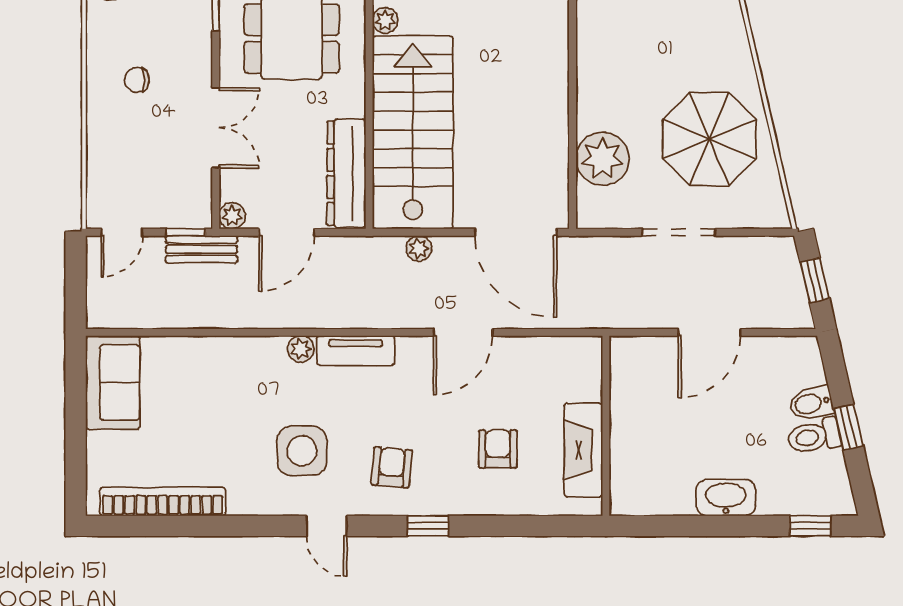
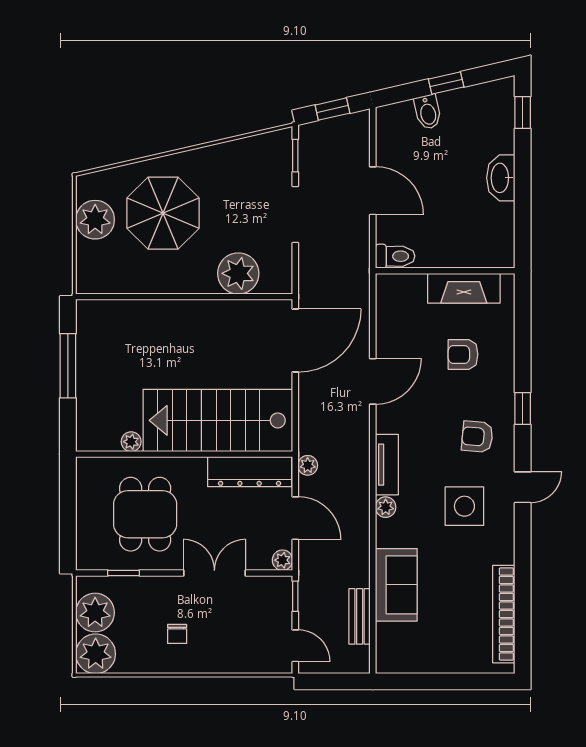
parasol: (709, 139) -> (163, 213), moved
window: (755, 232) -> (295, 156), added
plant: (419, 248) -> (308, 465), moved
bench: (202, 249) -> (360, 616), moved
door: (463, 332) -> (373, 381), hinge flipped
sofa: (113, 383) -> (396, 585), moved, turned 90
toilet: (814, 436) -> (395, 256), moved, turned -77

